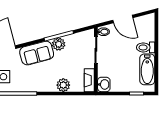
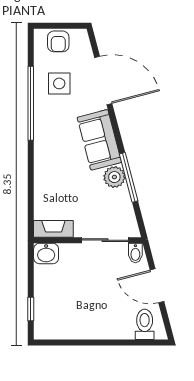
door: (123, 19) -> (157, 286), hinge flipped
toilet: (146, 47) -> (145, 324), moved
bathtub: (147, 69) -> (72, 327), removed
plant: (63, 85) -> (45, 185), removed

